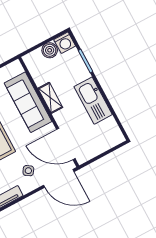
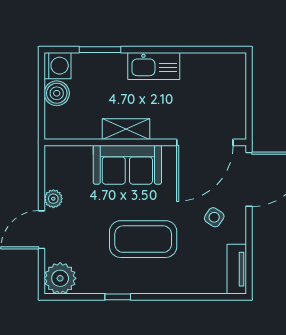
kitchen sink: (93, 101) -> (154, 66), width x0.73, depth x0.81
sofa: (28, 102) -> (127, 165), width x0.73

